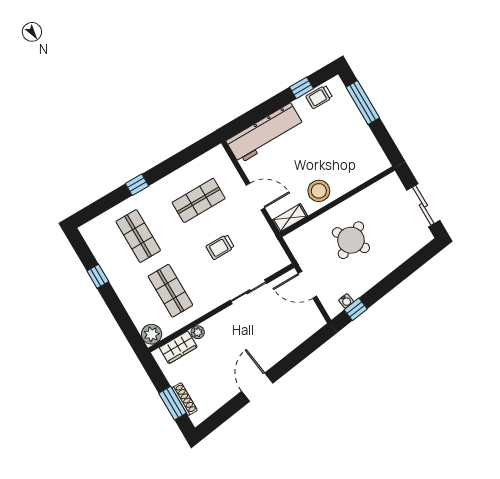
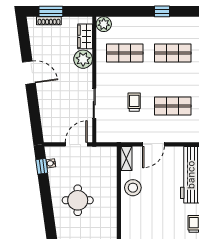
shop shelf: (199, 200) -> (173, 106), turned 90
round table: (351, 240) -> (78, 200), moved, turned 30
plant: (198, 332) -> (83, 59), width x1.88, depth x1.88

